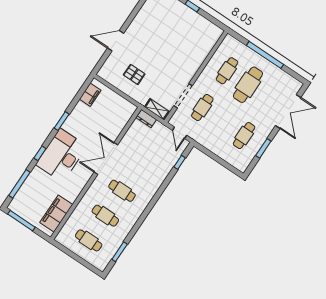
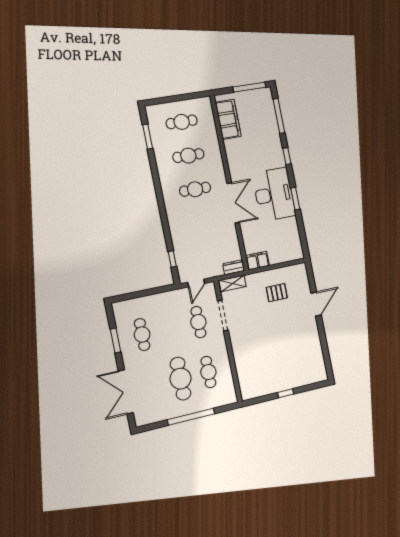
filing cabinet: (90, 95) -> (257, 261), moved, turned 90
door: (180, 133) -> (196, 283), swing flipped
desk: (61, 155) -> (274, 194), moved

